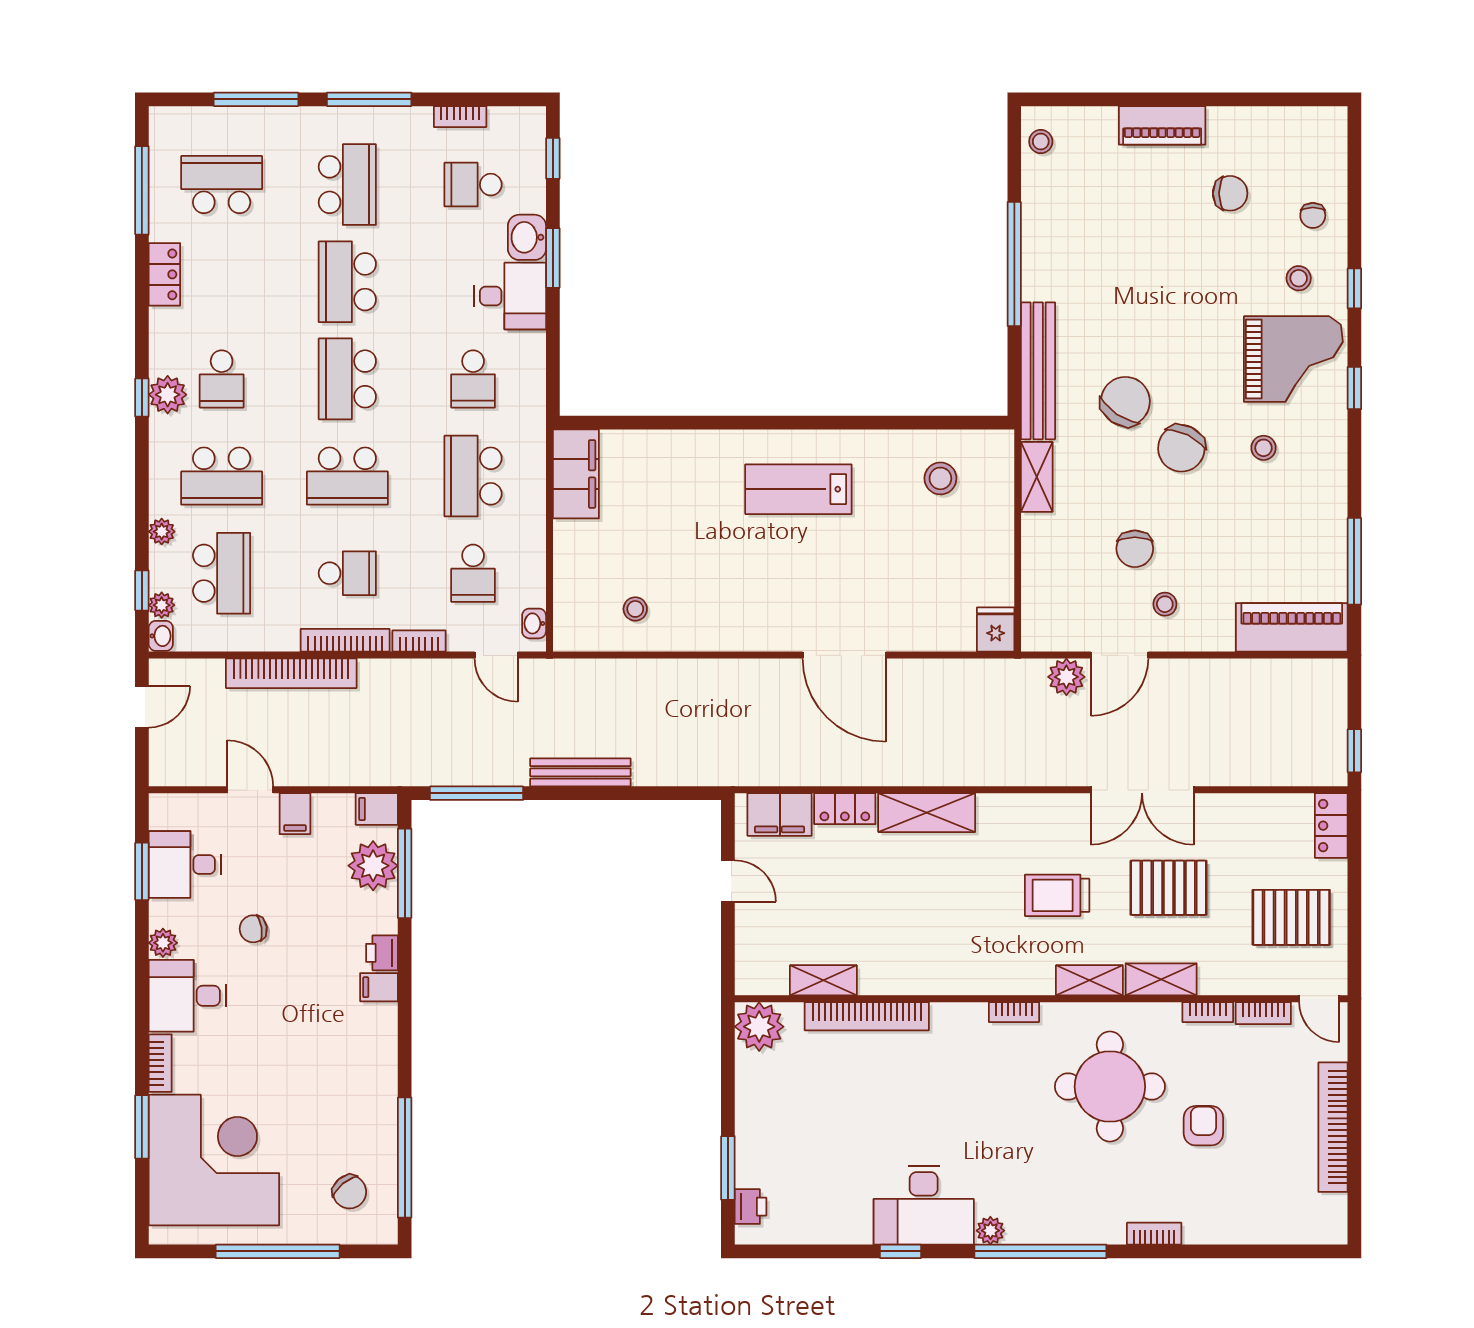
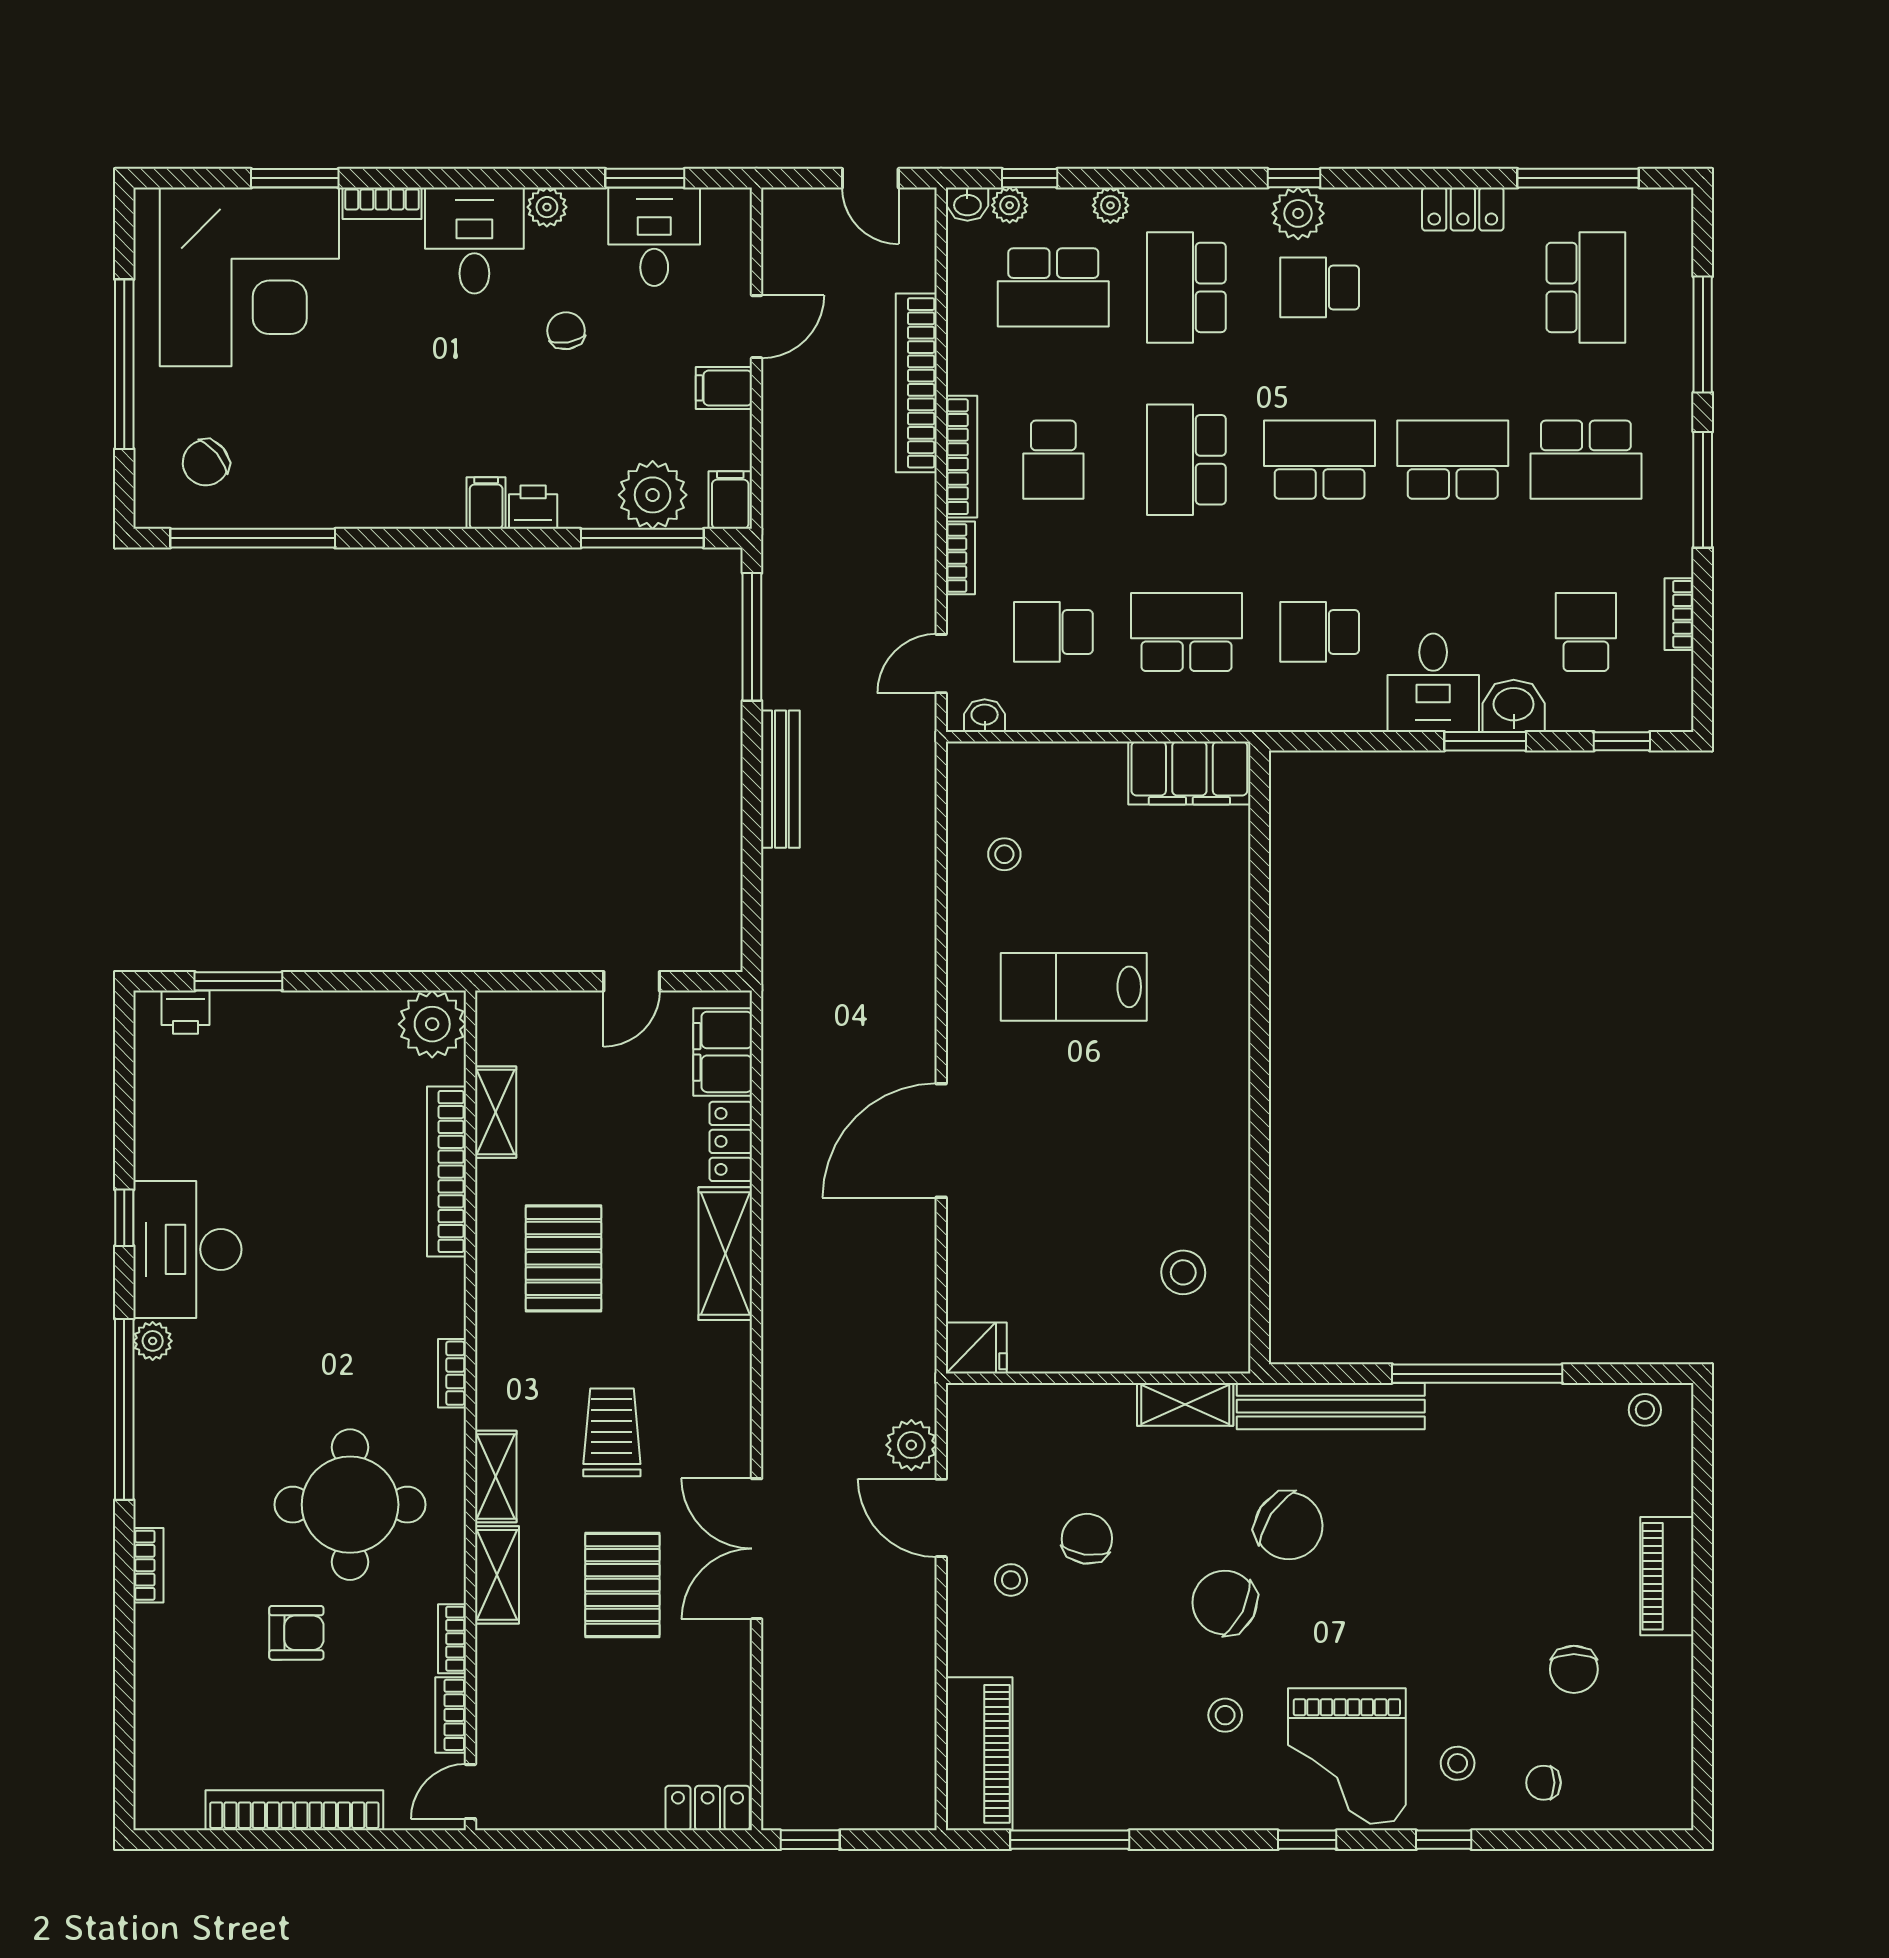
lab bench: (798, 489) -> (1074, 987), moved, turned -90
chair: (1135, 549) -> (1087, 1539), turned 98
pallet: (1291, 917) -> (563, 1258), moved

